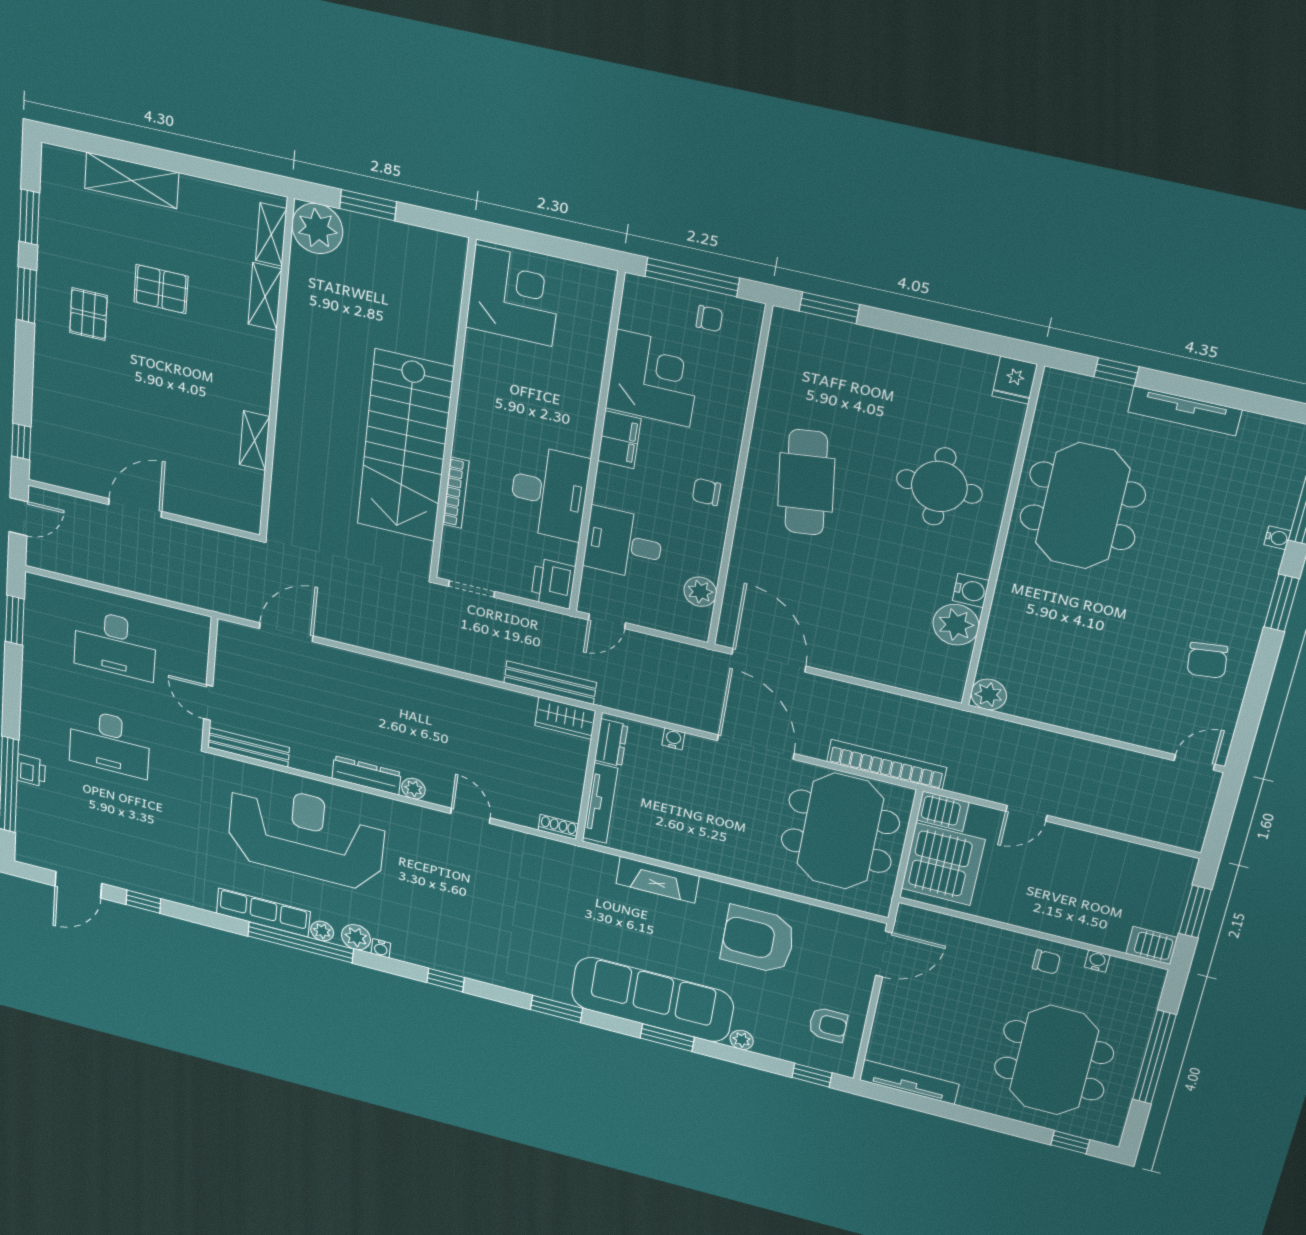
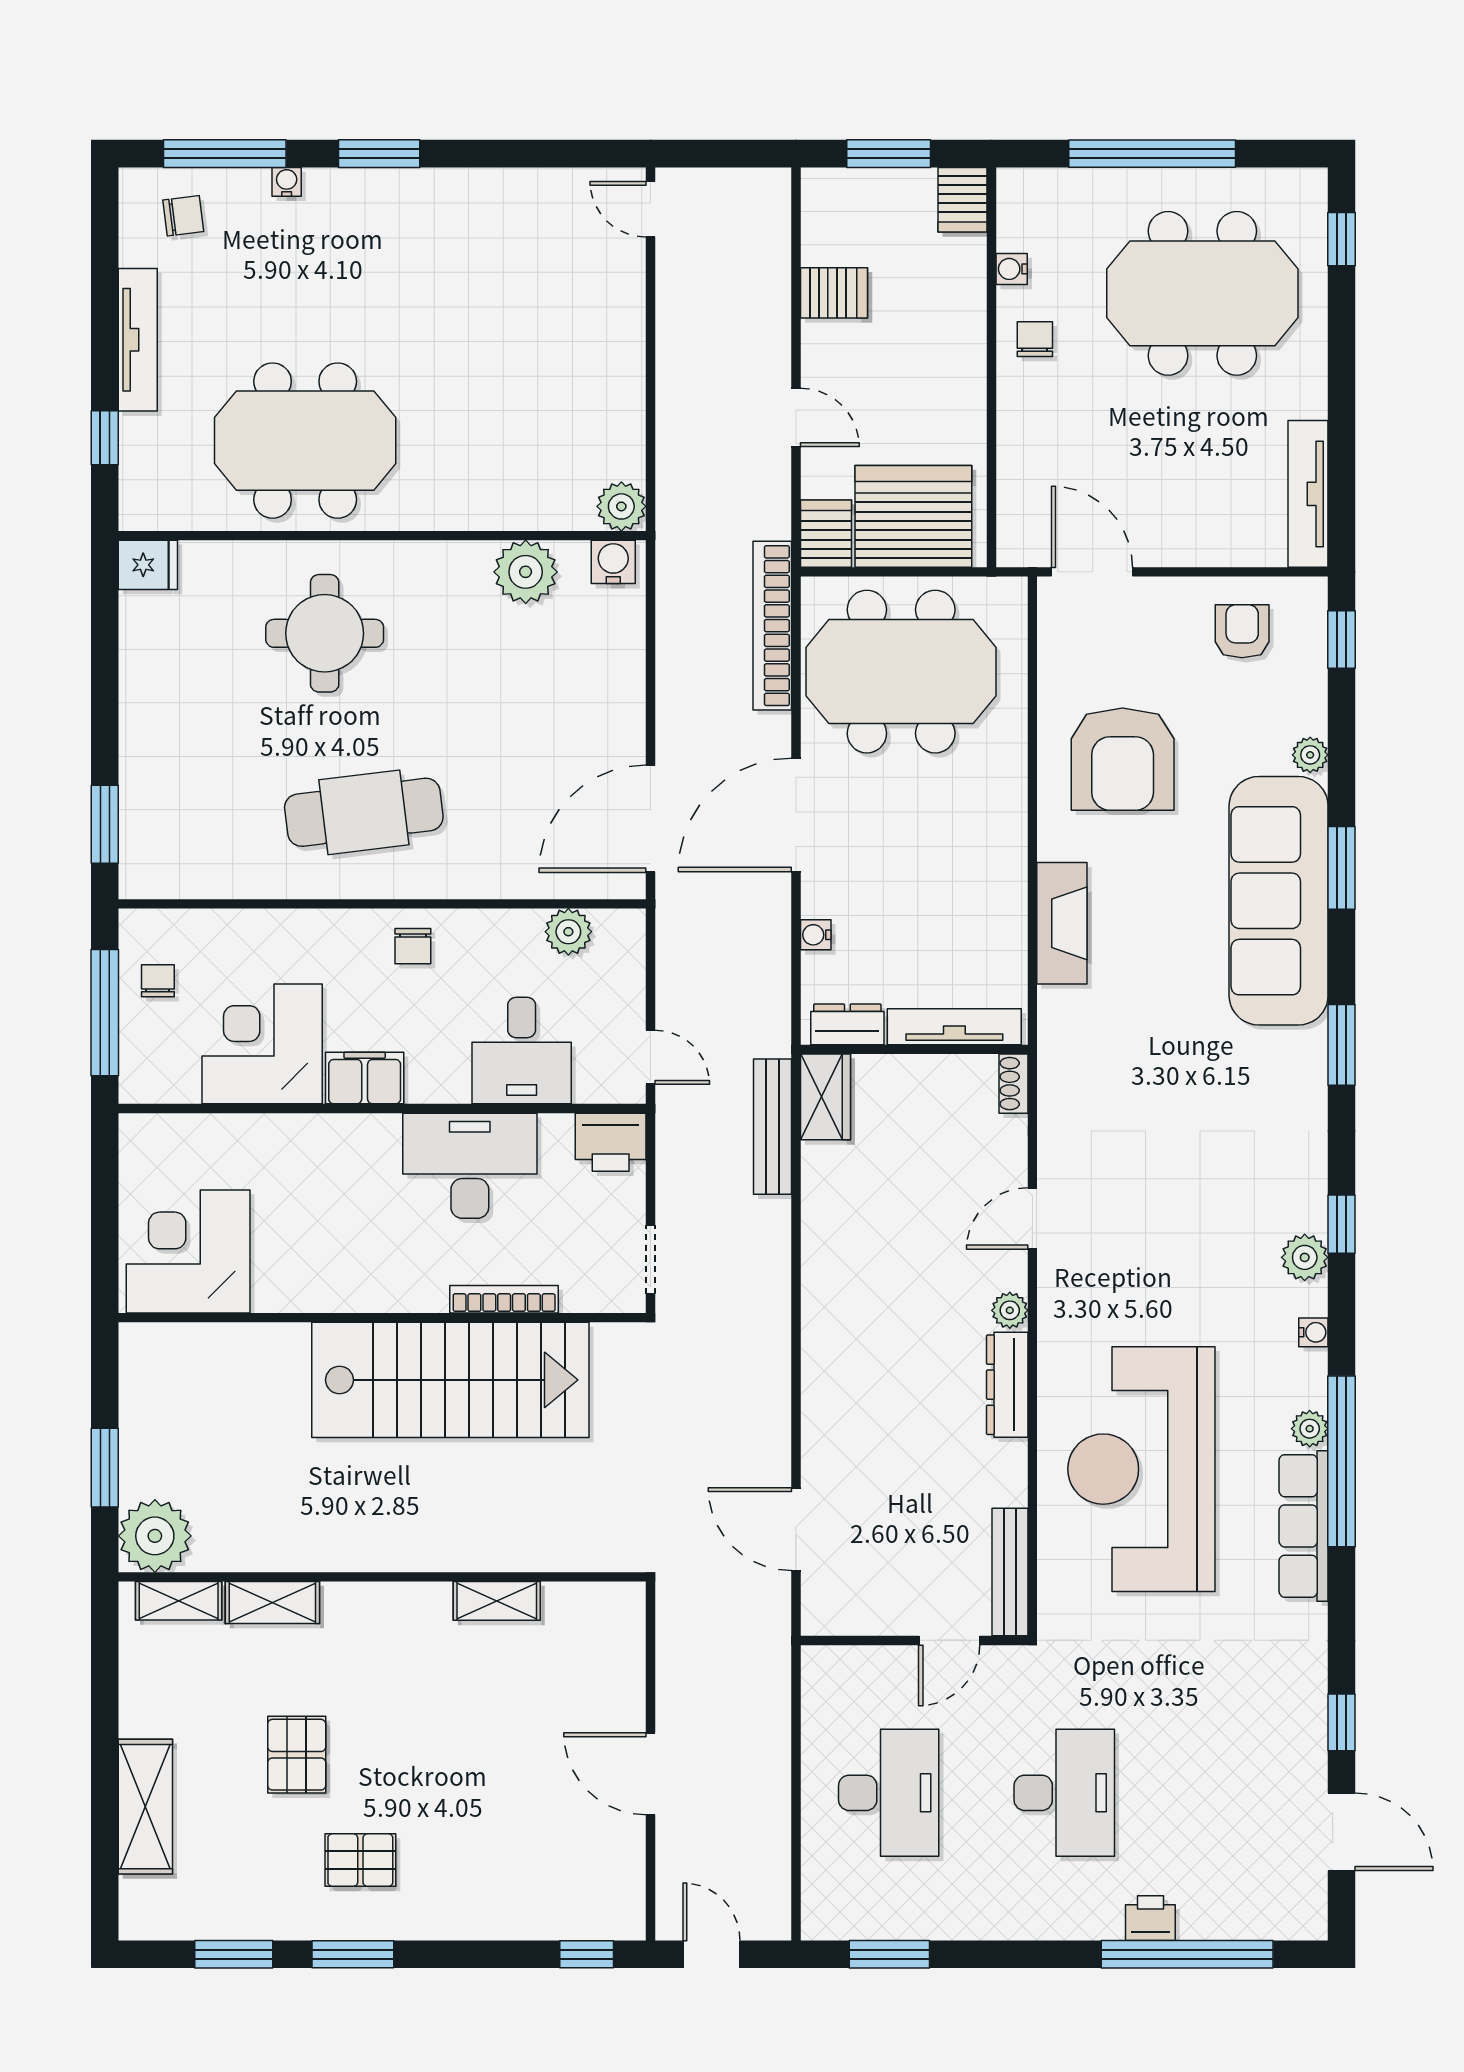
water cooler: (971, 591) -> (613, 562), moved
chair: (1207, 660) -> (183, 216), moved, width x0.73, depth x0.73
server rack: (1107, 856) -> (834, 293), added
plant: (356, 937) -> (1305, 1257), moved

